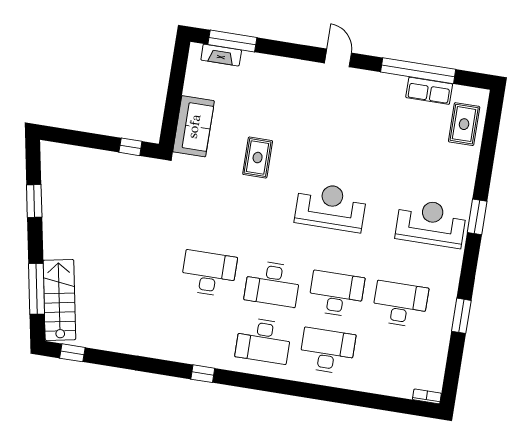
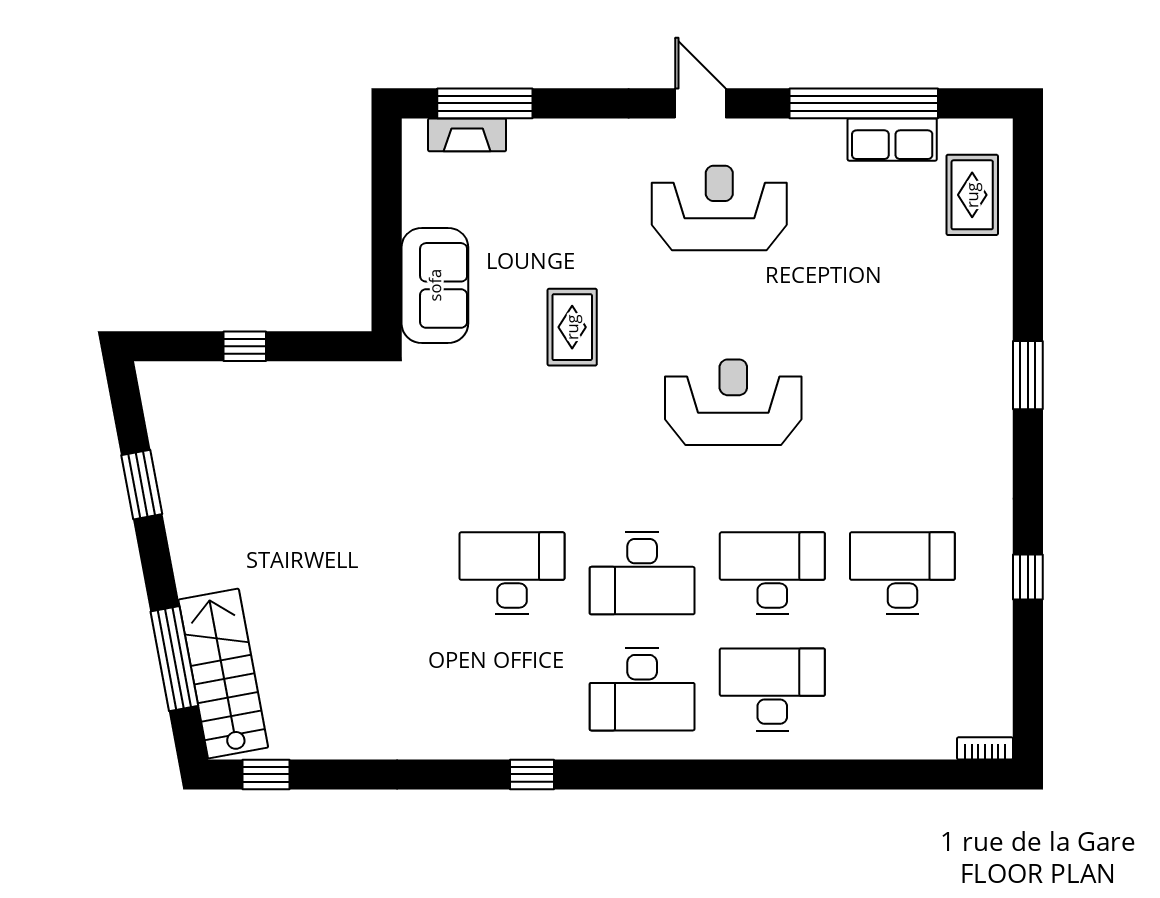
window: (130, 147) -> (245, 346), moved
reception desk: (431, 223) -> (719, 208), moved
window: (461, 316) -> (1028, 577), width x0.67

